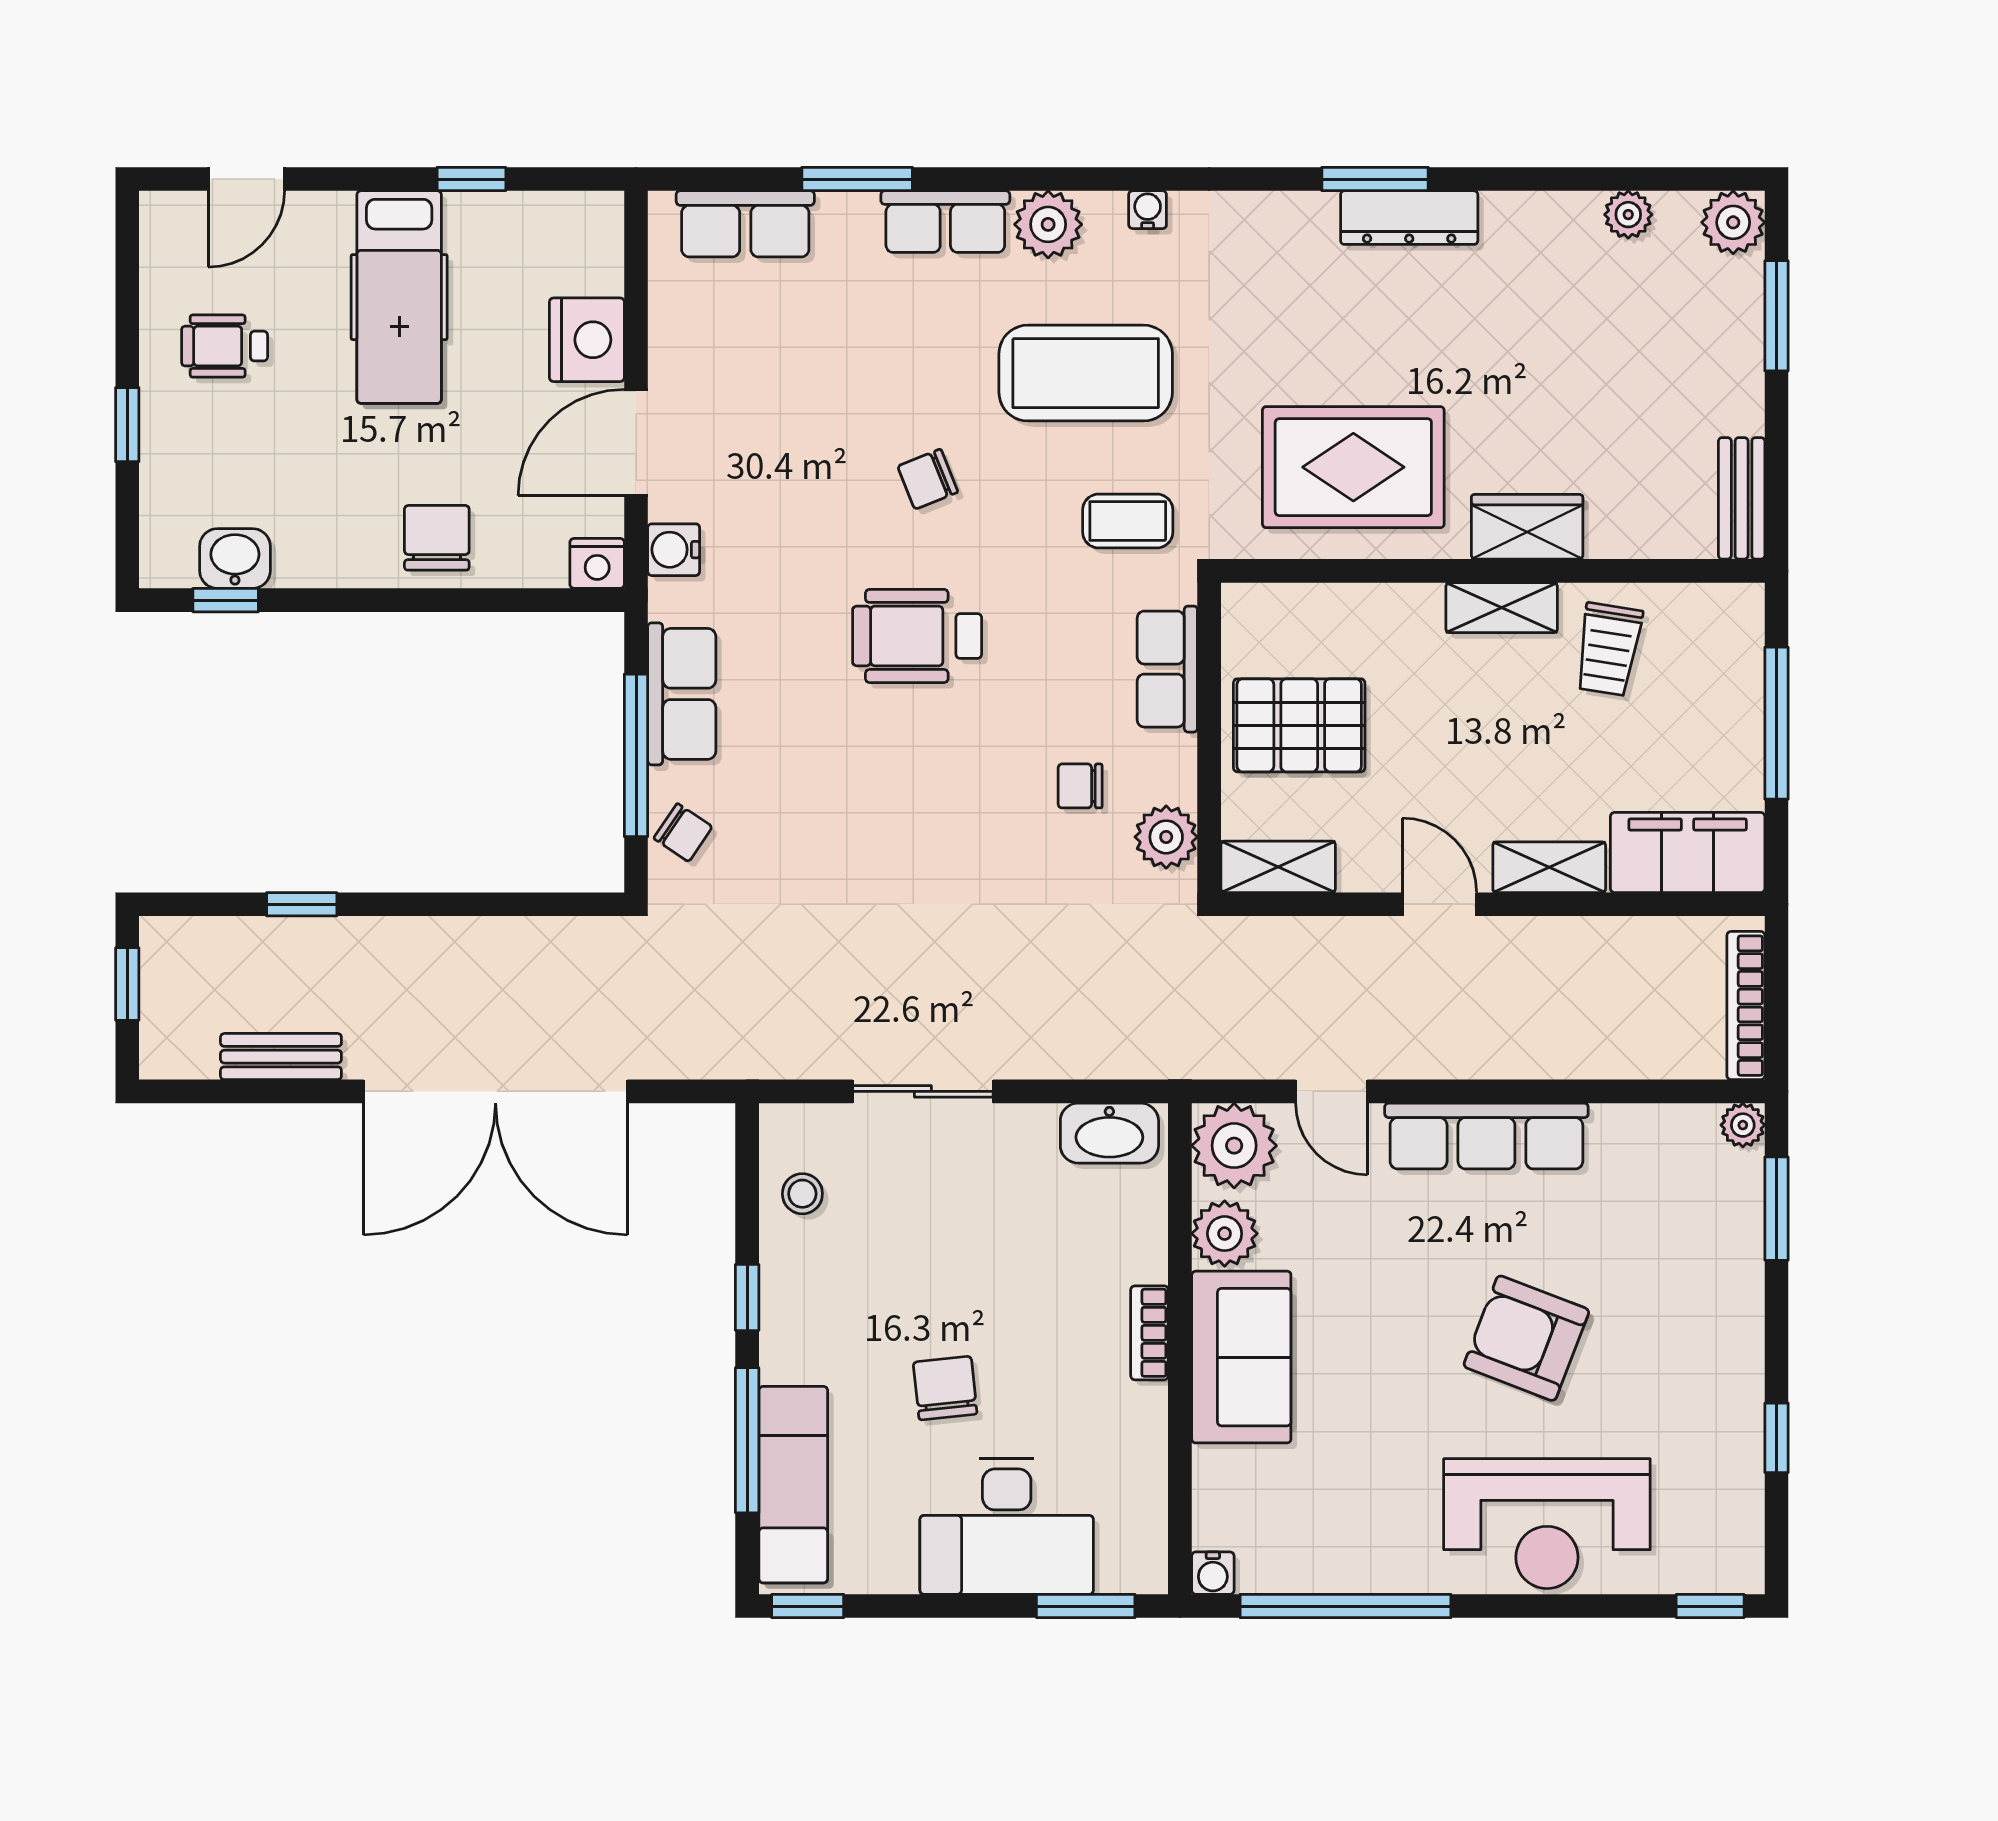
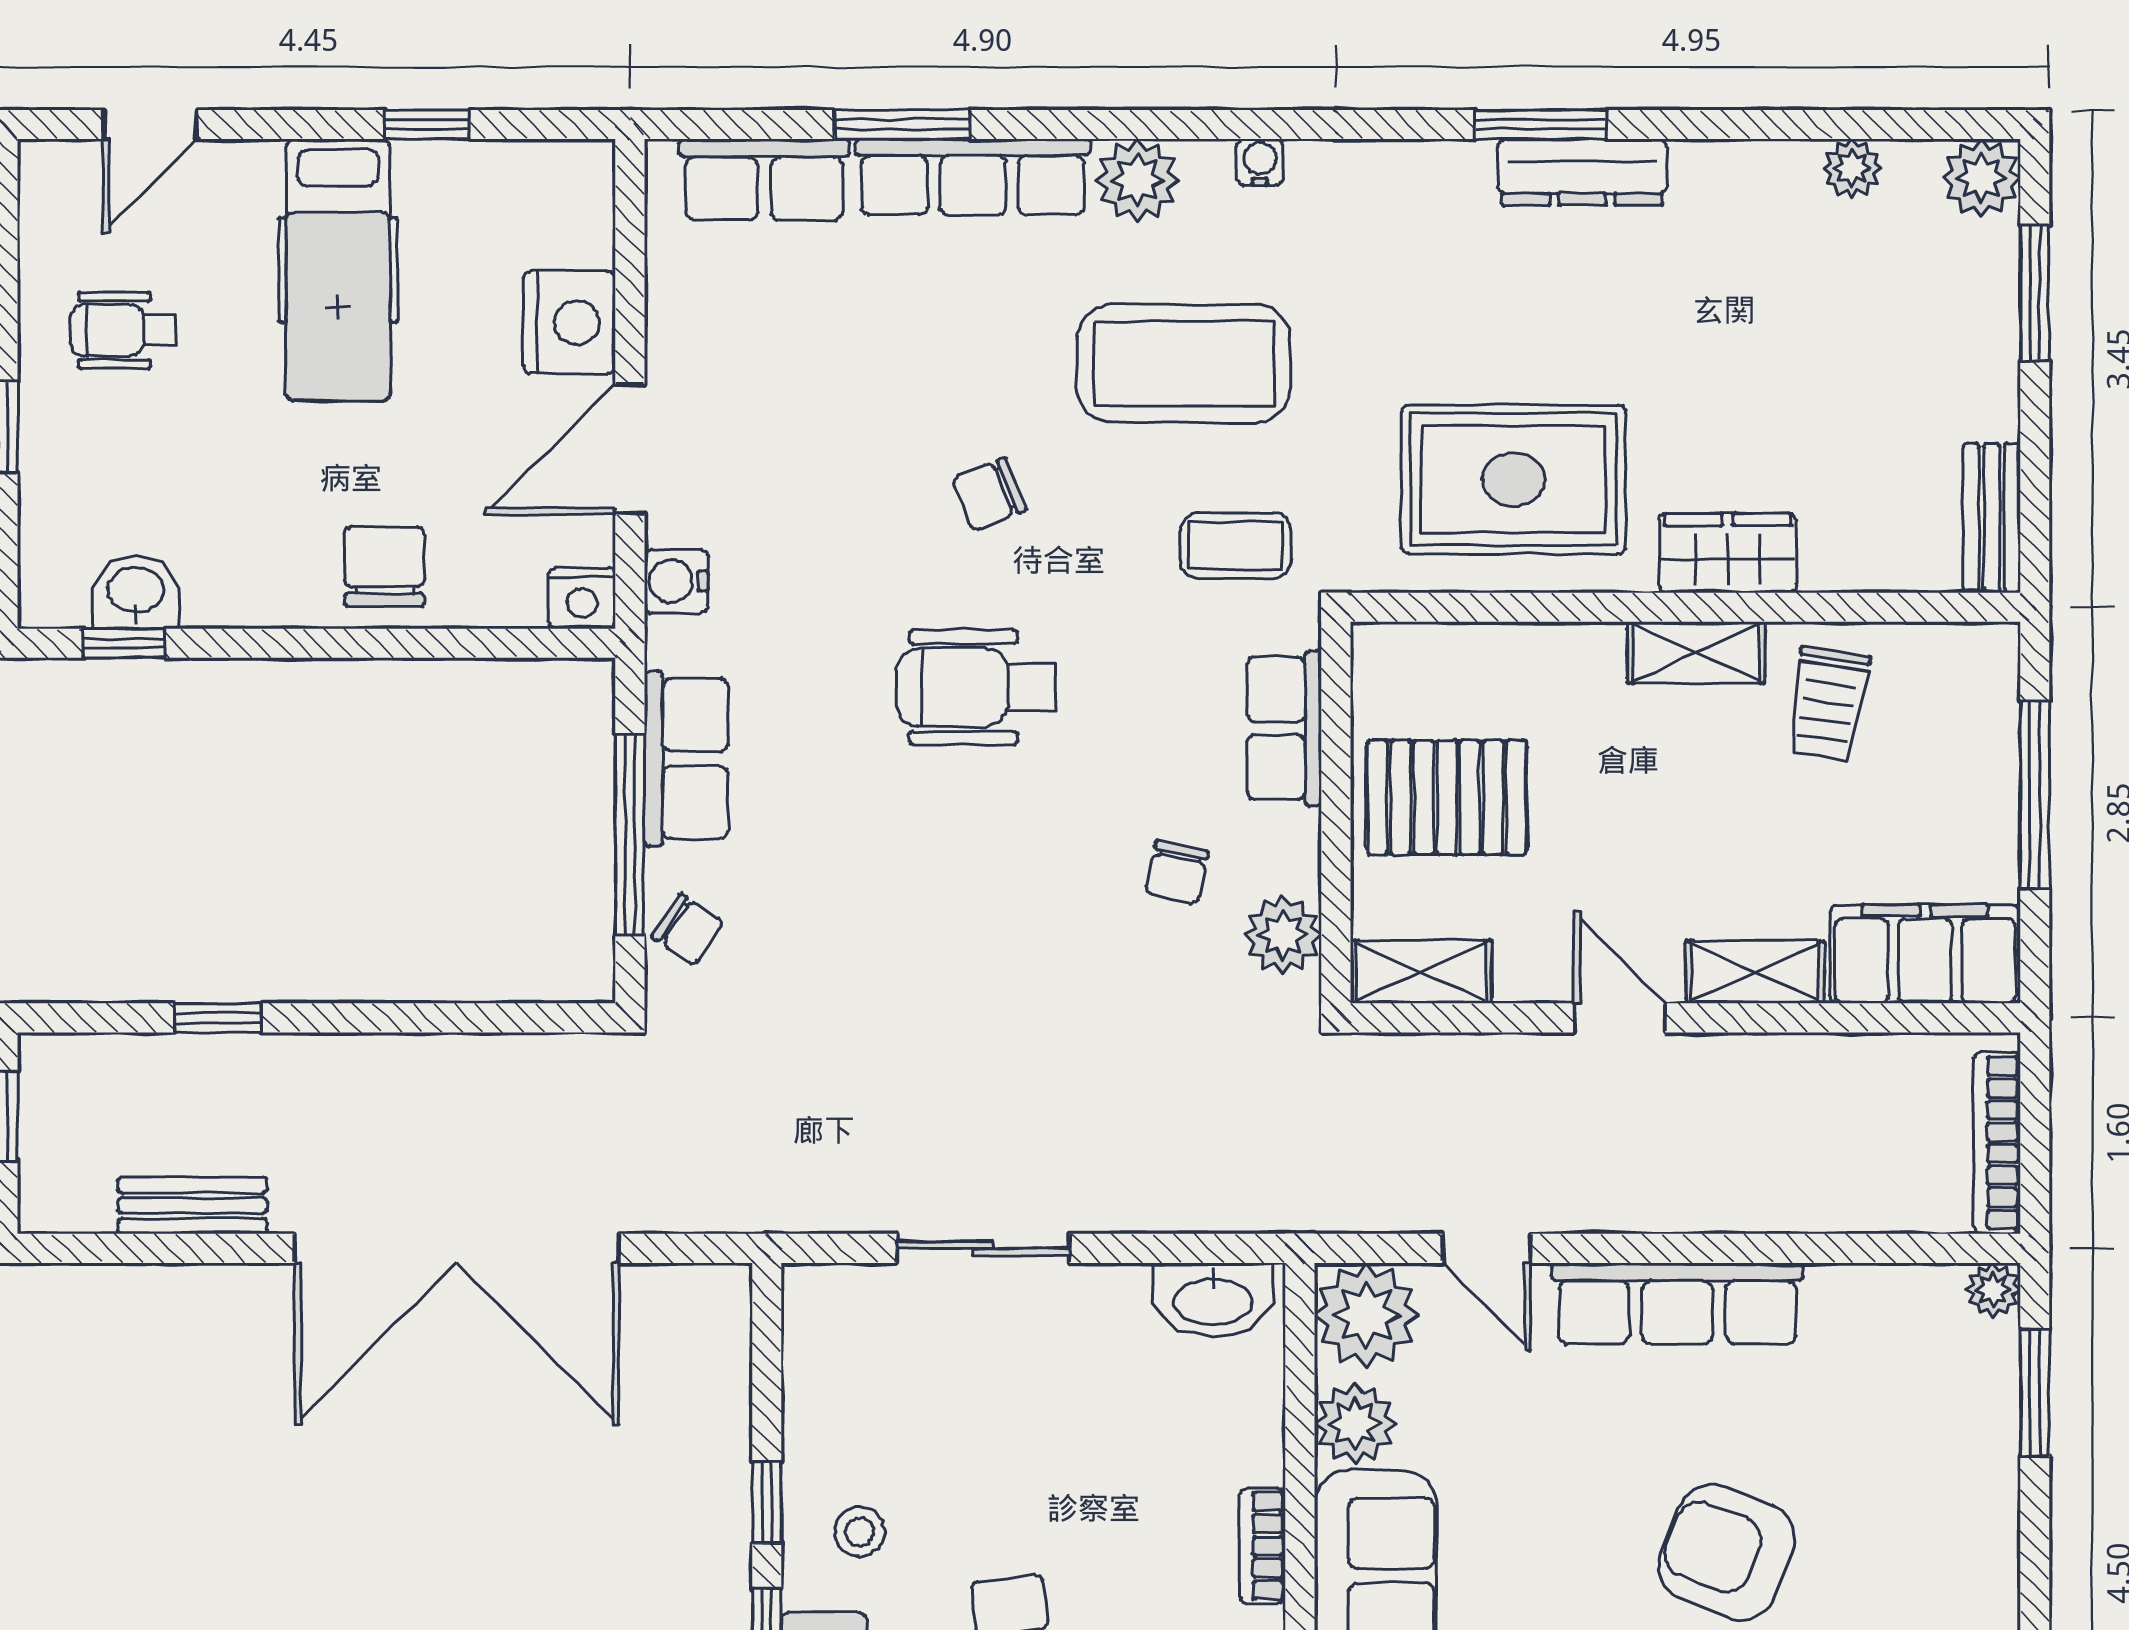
row of seats: (945, 222) -> (973, 177), width x1.48
chair: (1080, 786) -> (1177, 872), turned -78
stool: (802, 1194) -> (860, 1532), moved

